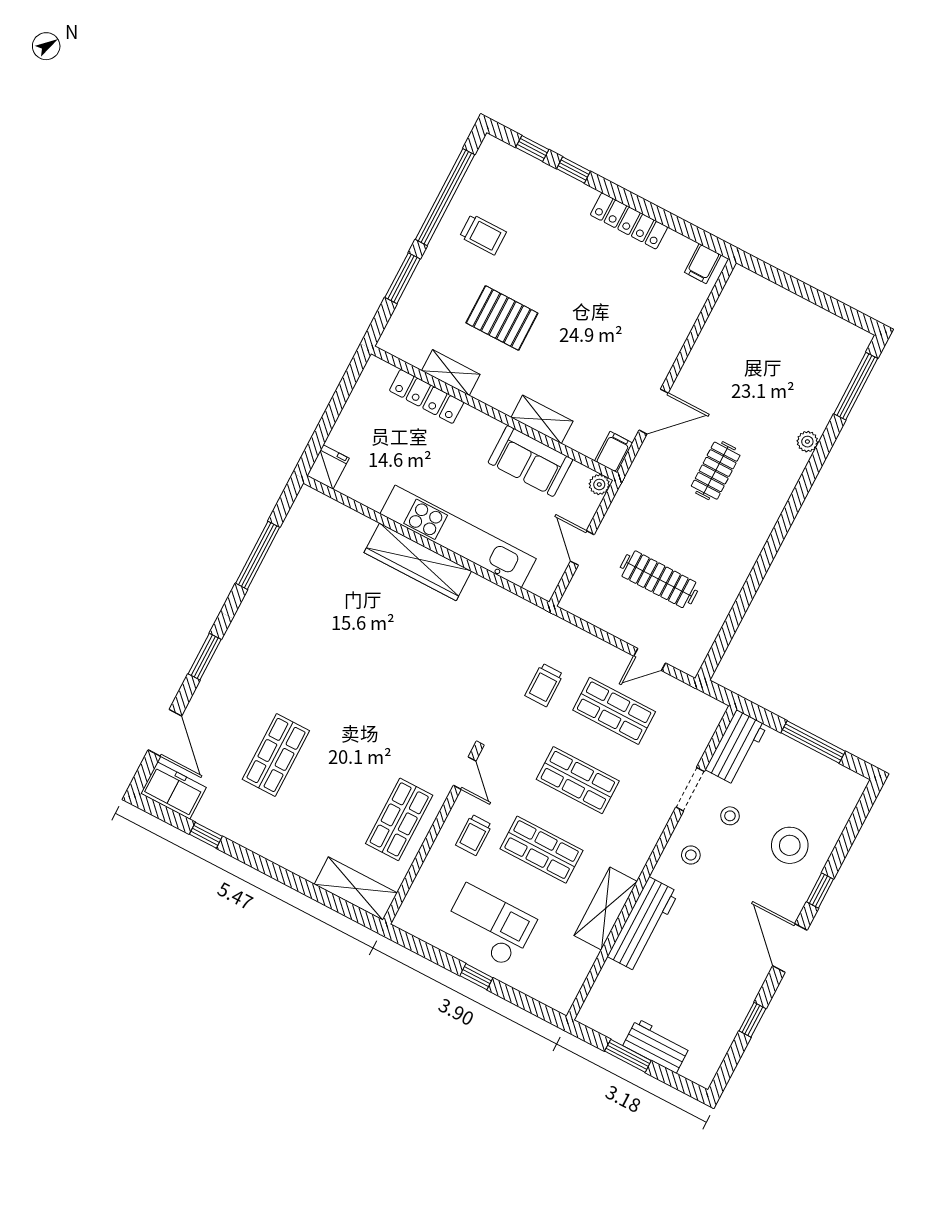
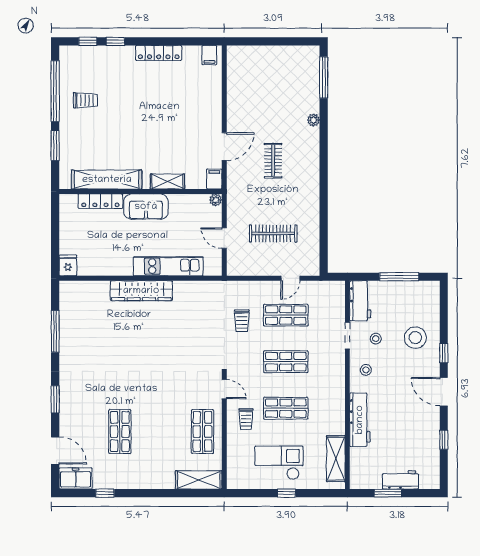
pallet: (502, 318) -> (119, 139), removed
shelving: (451, 373) -> (107, 180), width x2.20, depth x1.33
sofa: (530, 461) -> (146, 207), moved
kitchen unit: (458, 536) -> (168, 266), width x0.73
shelving: (606, 909) -> (336, 459), moved

